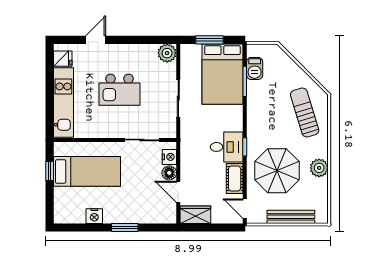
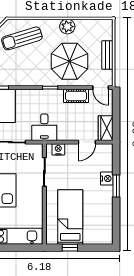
desk: (227, 147) -> (44, 127), moved, turned 180
floor lamp: (169, 173) -> (71, 149), removed
door: (245, 209) -> (101, 88), hinge flipped
nightstand: (94, 216) -> (107, 179), moved
bench: (291, 217) -> (107, 55), width x0.73

